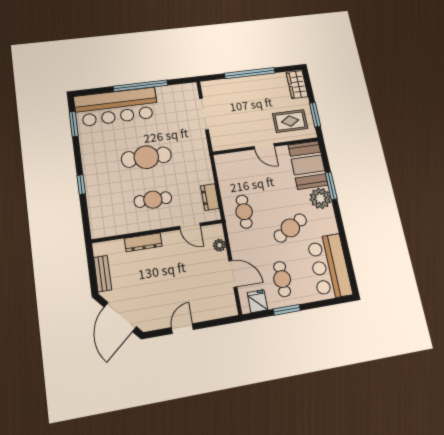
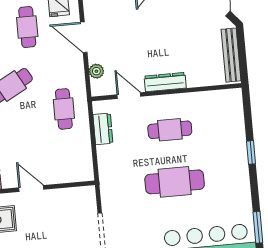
dresser: (143, 242) -> (165, 82), moved
bench: (103, 274) -> (231, 55), width x1.36

